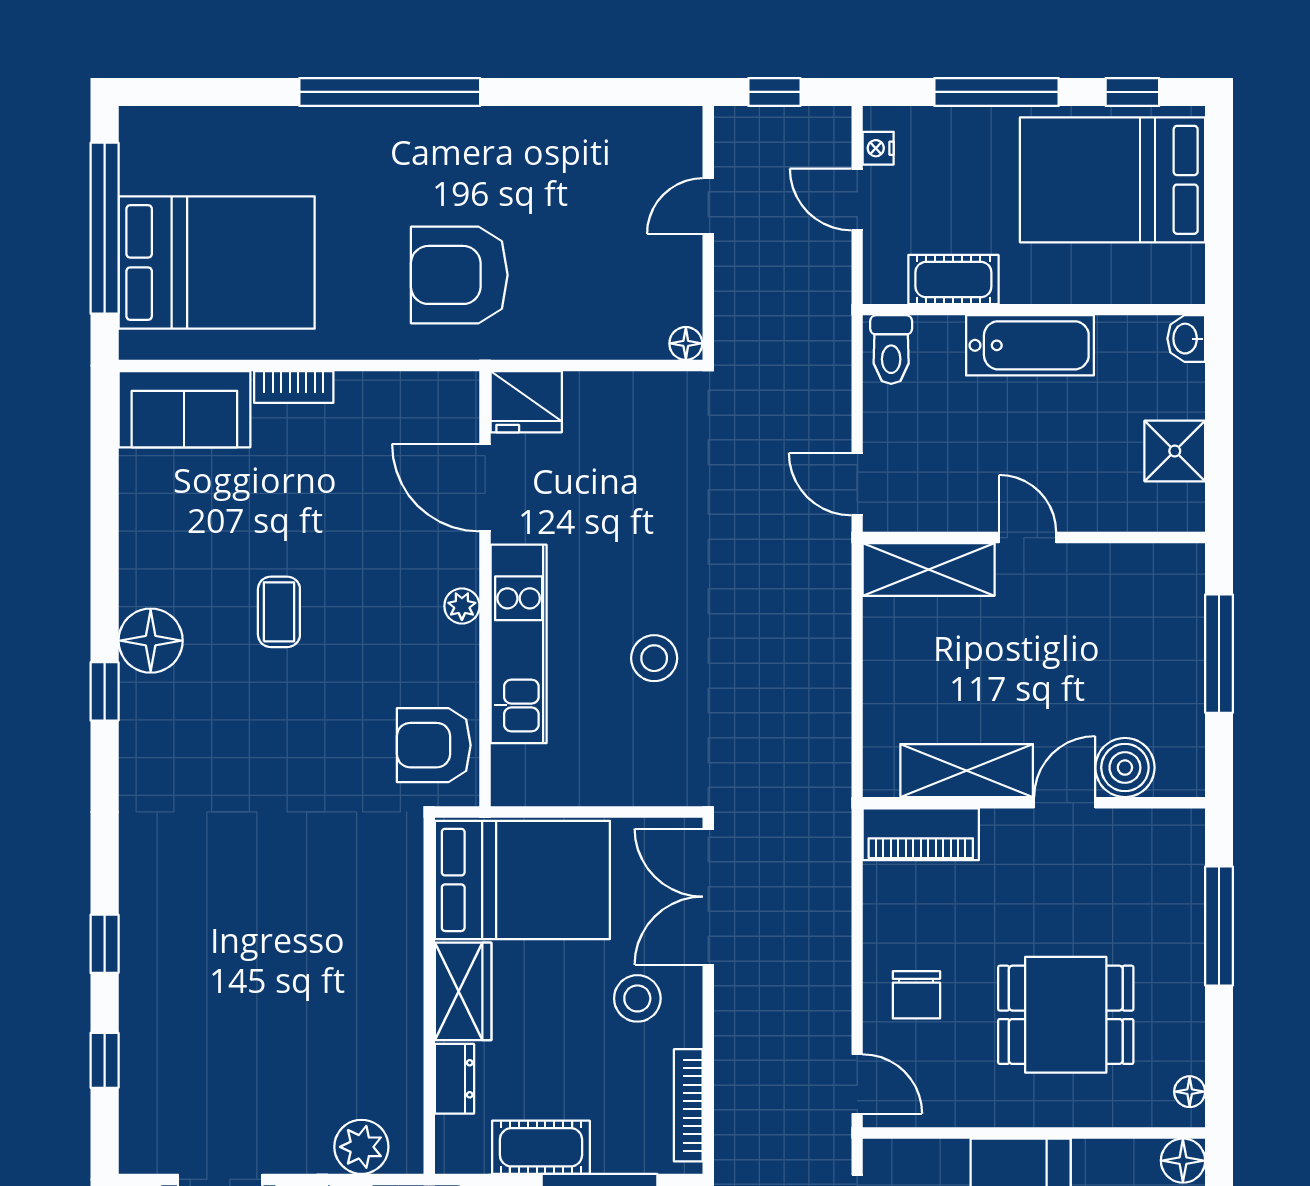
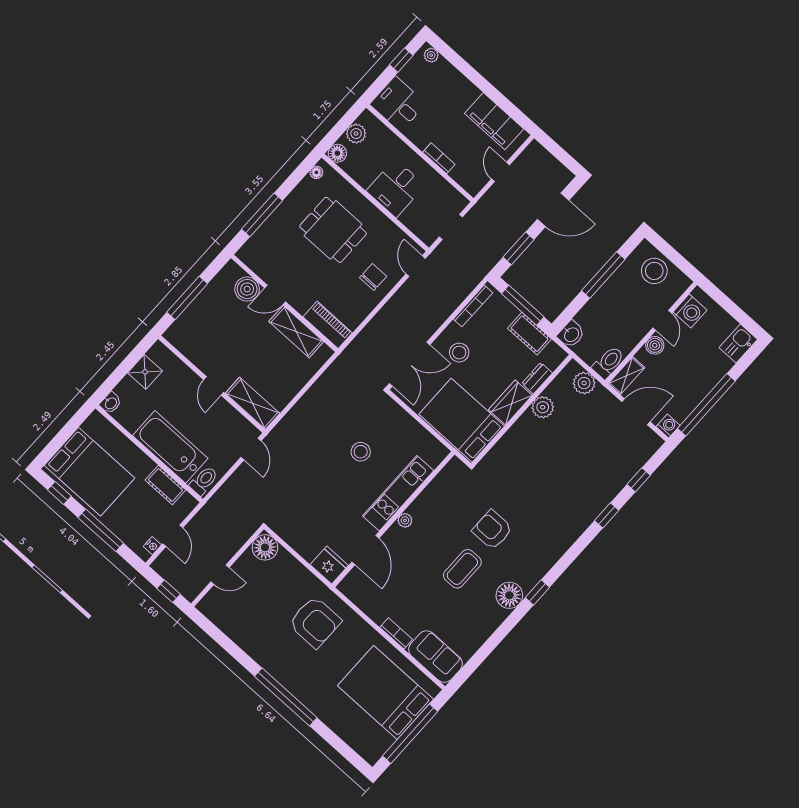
floor lamp: (686, 343) -> (265, 547), width x1.89, depth x1.89
bathtub: (1030, 345) -> (170, 447), width x1.36, depth x1.36
coffee table: (279, 612) -> (462, 569), width x1.36, depth x1.30
armchair: (434, 745) -> (492, 530), moved, turned 180
plant: (397, 1035) -> (543, 407), added

